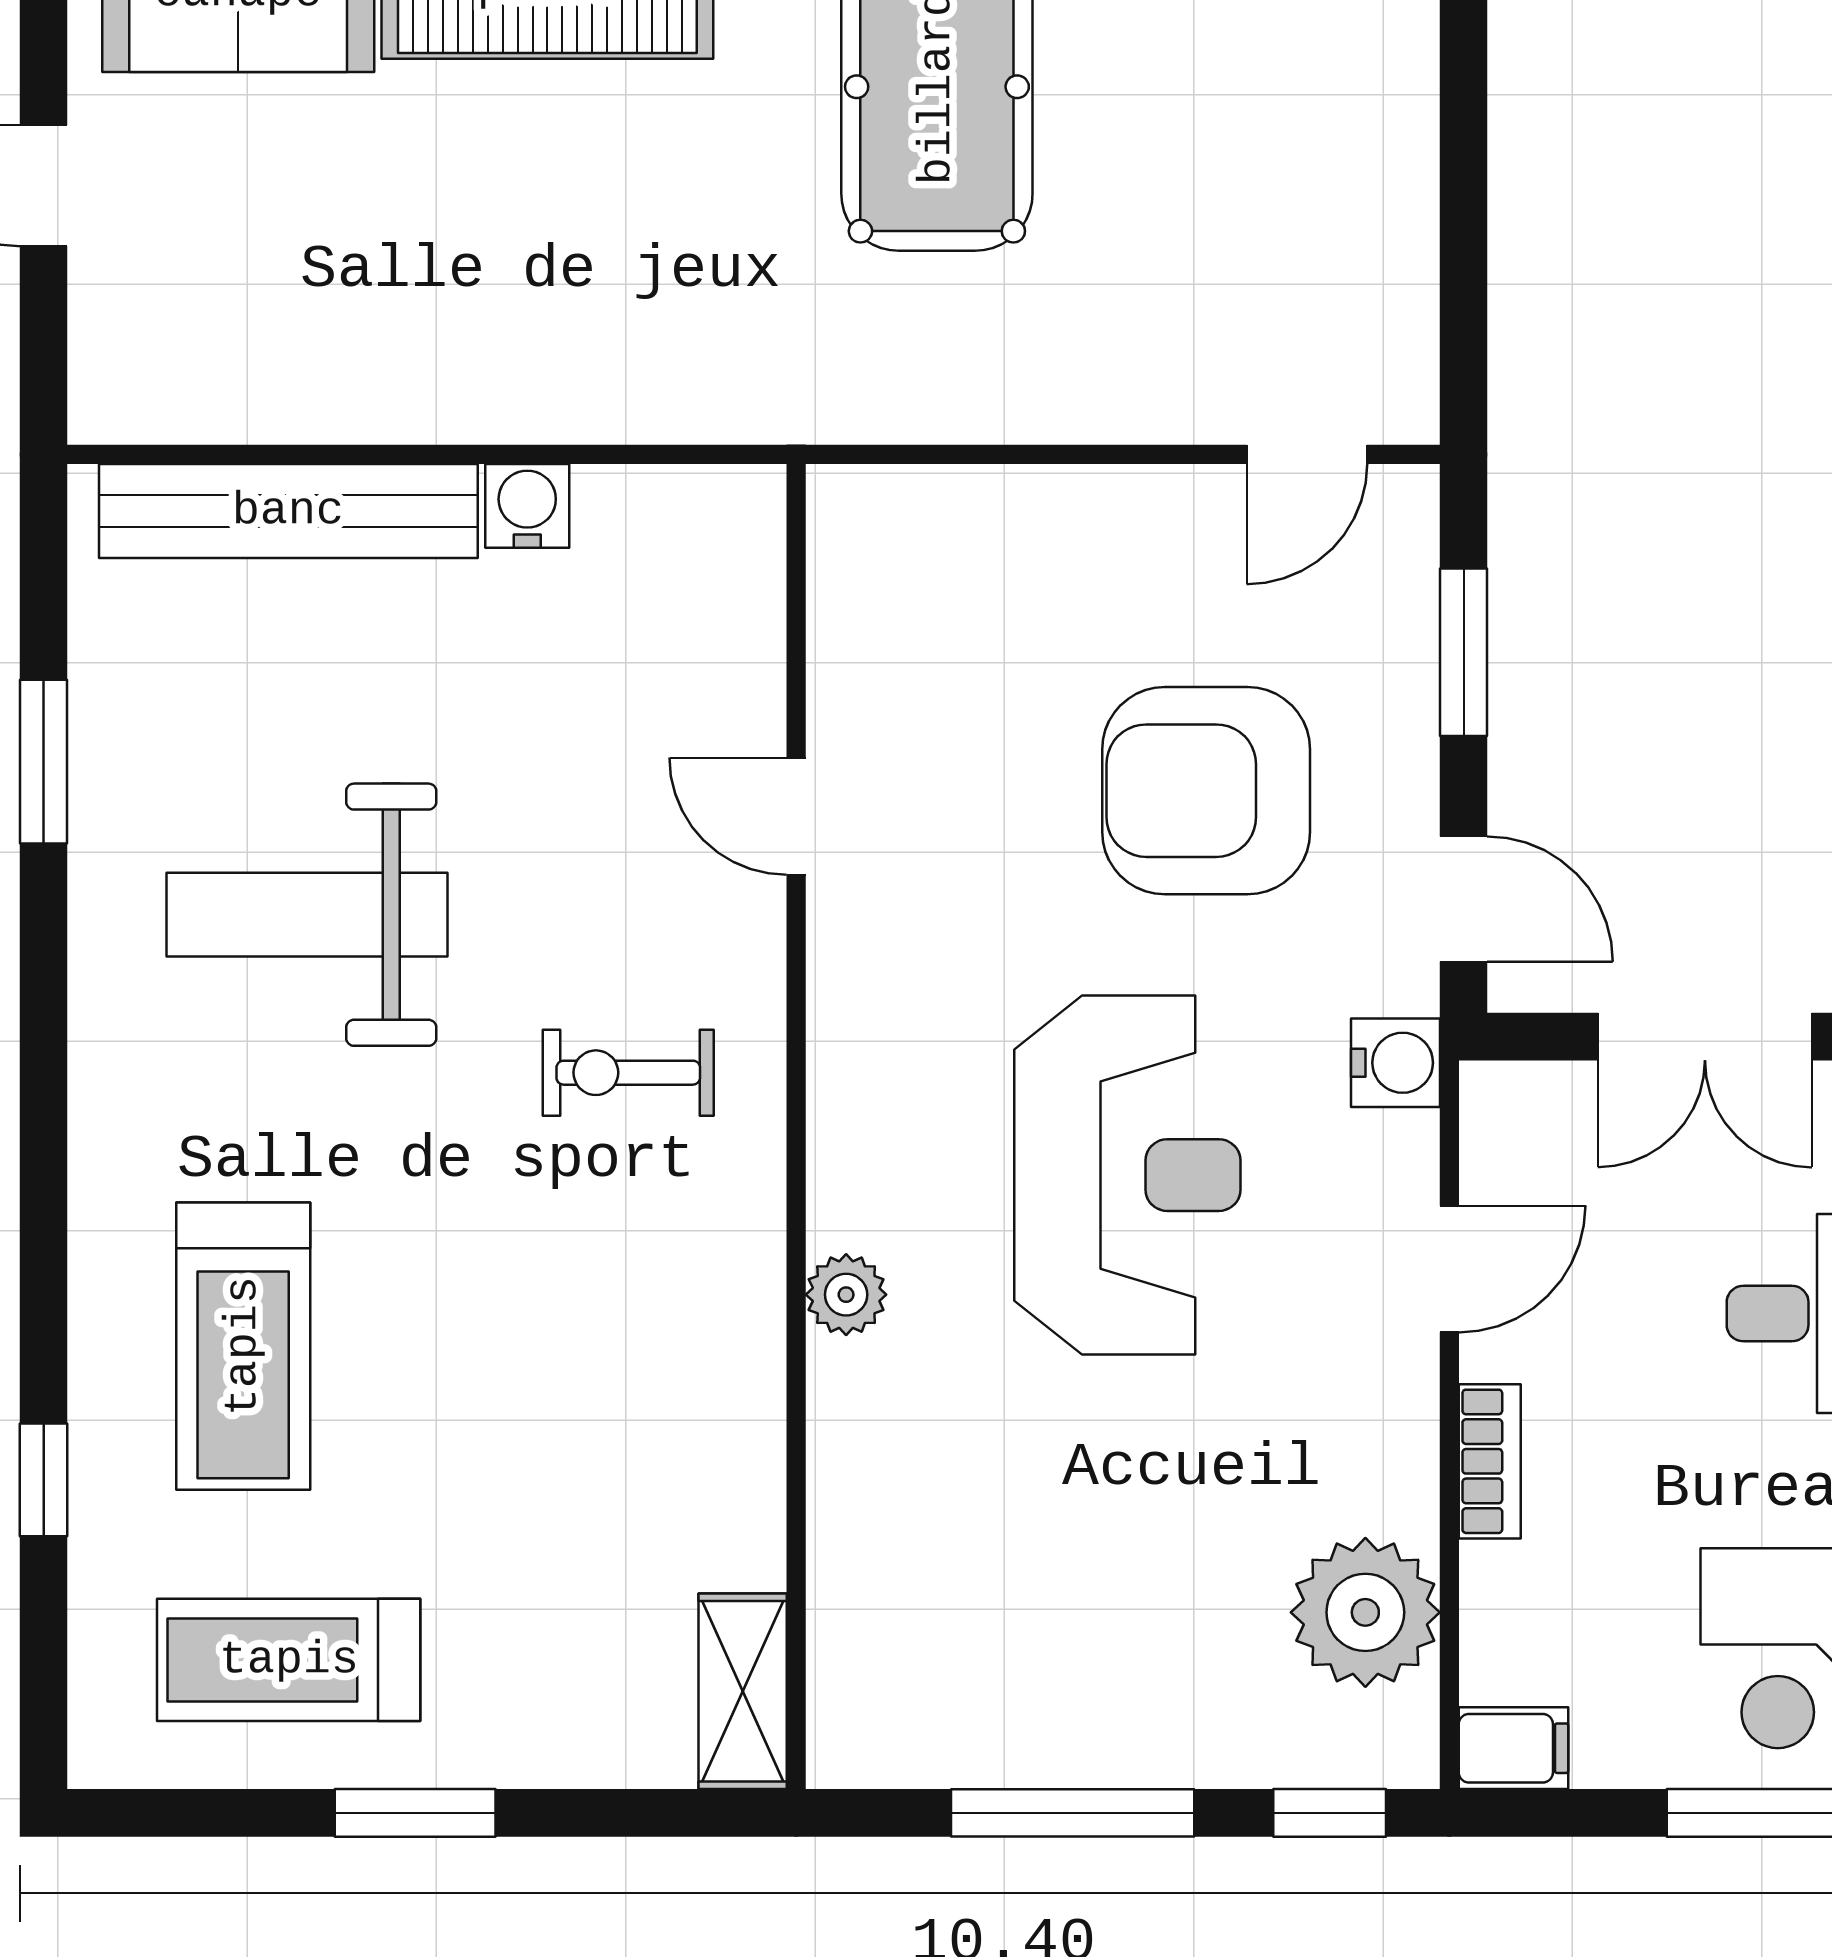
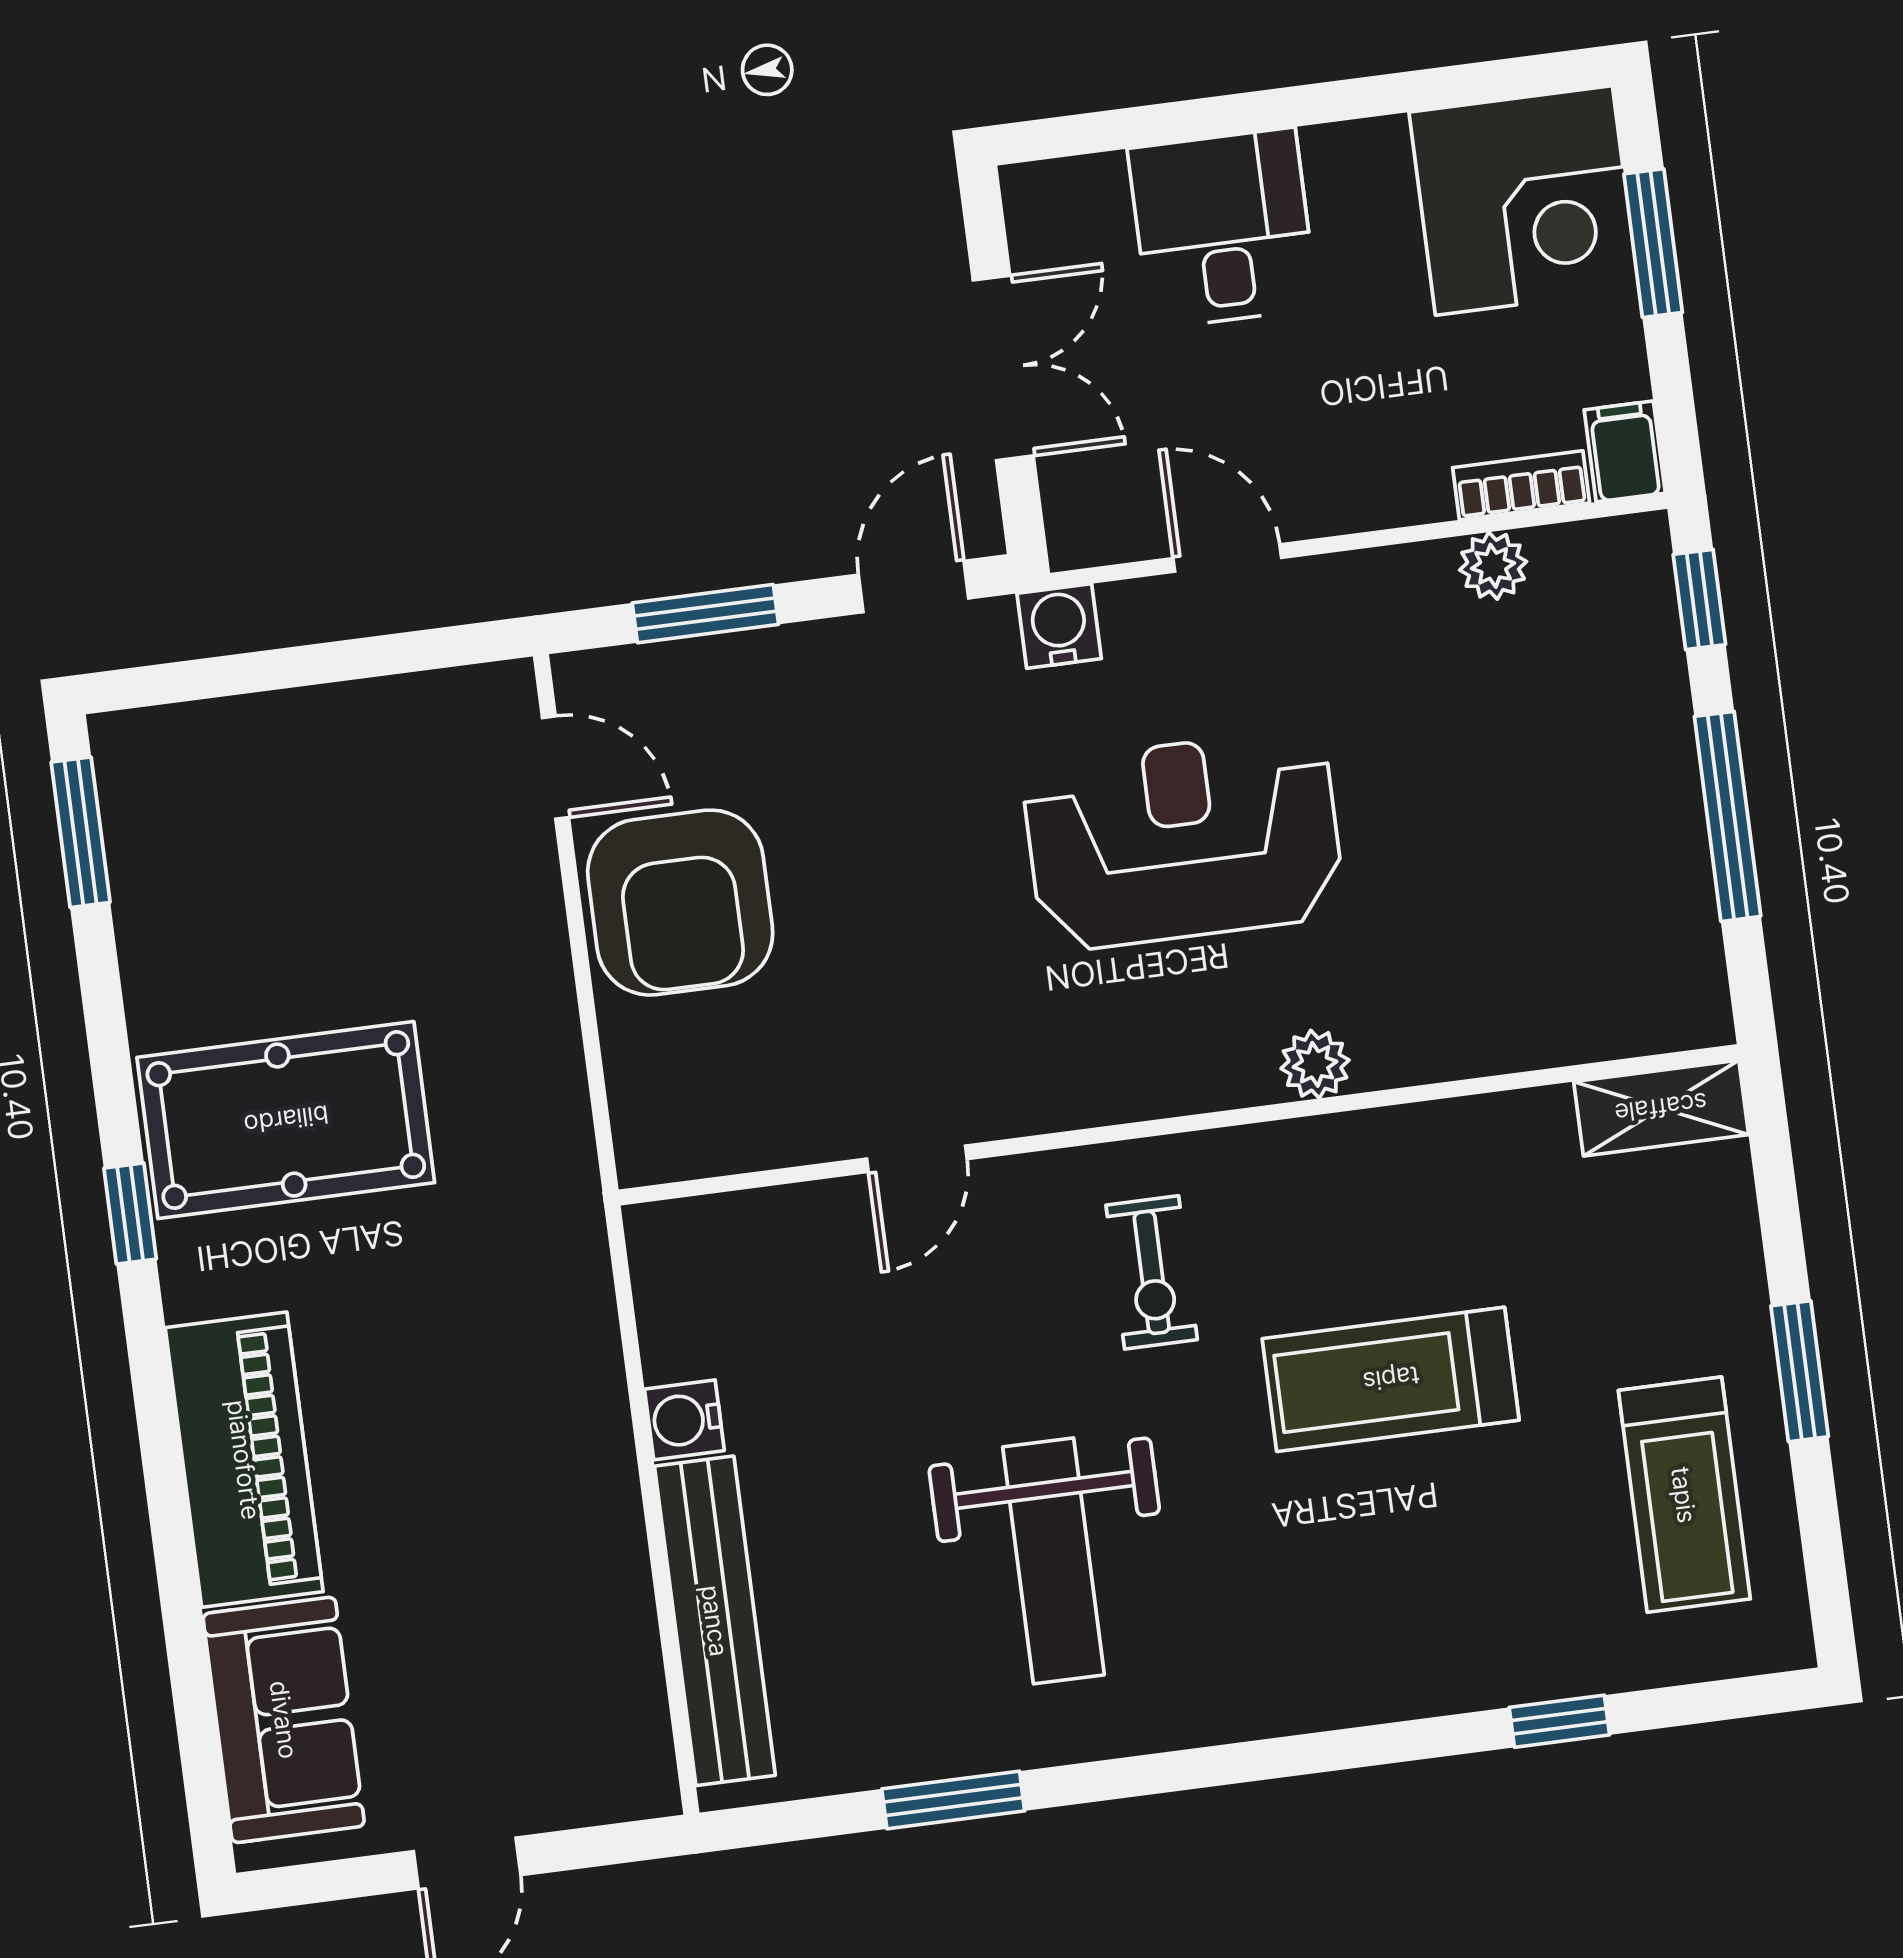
armchair: (1206, 791) -> (680, 903), moved
treadmill: (243, 1346) -> (1391, 1379), moved, turned 180
bookcase: (1490, 1461) -> (1521, 485), moved
plant: (1365, 1612) -> (1493, 566), width x0.53, depth x0.53

